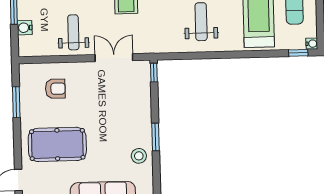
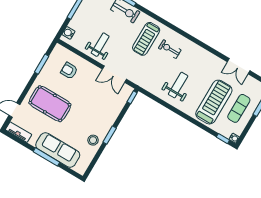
water cooler: (25, 28) -> (68, 33), moved
double door: (114, 58) -> (114, 74), swing flipped
armchair: (55, 89) -> (69, 71), turned 180

